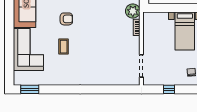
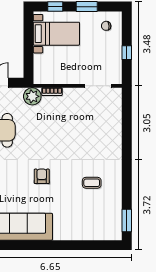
coffee table: (64, 47) -> (92, 183), moved
corner sofa: (28, 50) -> (79, 222), removed

